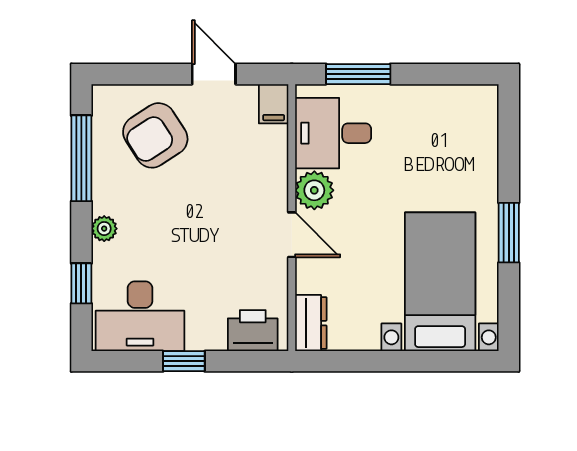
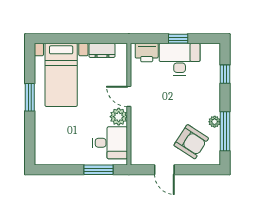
filing cabinet: (274, 104) -> (137, 156), removed
armchair: (155, 135) -> (191, 142), turned 66
plant: (104, 229) -> (215, 122), moved
desk: (140, 316) -> (180, 59), moved
dresser: (311, 323) -> (102, 50), moved, turned -90

